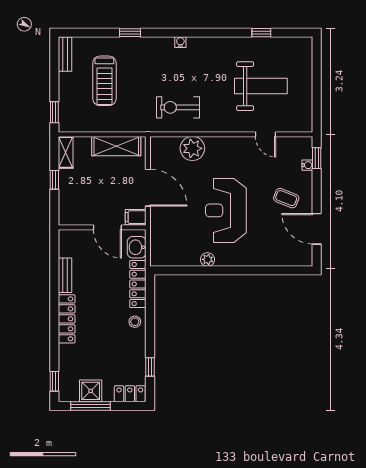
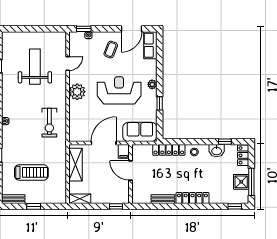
window: (54, 112) -> (34, 206), moved
plant: (192, 148) -> (77, 92), moved
window: (54, 180) -> (116, 206), moved
reception desk: (226, 210) -> (119, 90), turned 180
door: (107, 227) -> (131, 170), swing flipped
sofa: (164, 241) -> (140, 132), added
washbasin: (137, 247) -> (217, 151), moved
row of seats: (293, 257) -> (150, 45), added
plant: (208, 259) -> (152, 84), moved
window: (207, 270) -> (160, 103), added

